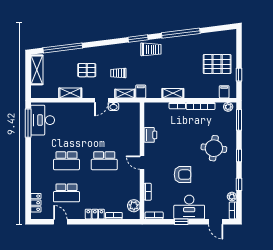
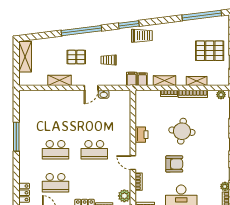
window: (181, 33) -> (202, 15), moved
window: (63, 48) -> (81, 31), moved
filing cabinet: (224, 92) -> (142, 79), moved
shelving: (125, 94) -> (197, 81), moved
desk: (43, 120) -> (31, 108), removed
window: (28, 123) -> (16, 137), moved
printer: (150, 135) -> (142, 135), moved
round table: (214, 148) -> (182, 131), moved
door: (142, 163) -> (133, 163), moved

